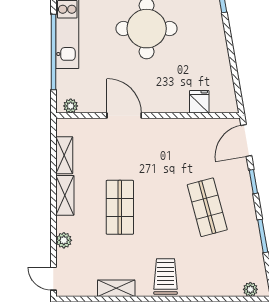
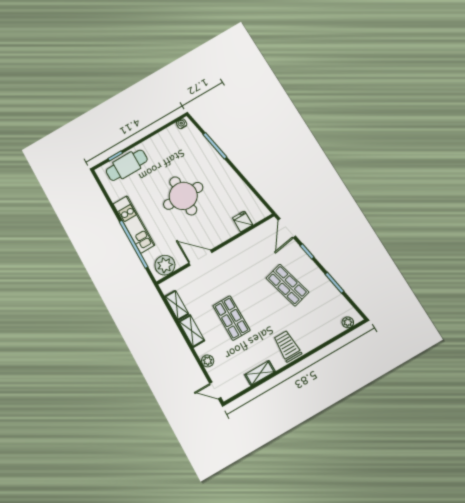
plant: (71, 106) -> (165, 265), width x1.88, depth x1.88

